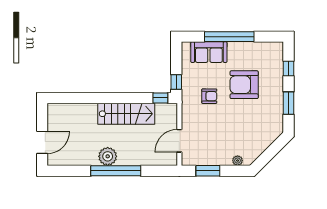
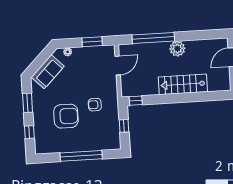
sofa: (209, 52) -> (48, 72), moved, turned 135
window: (176, 82) -> (124, 126), moved
stairs: (126, 114) -> (183, 84), moved
window: (116, 171) -> (153, 38), moved

